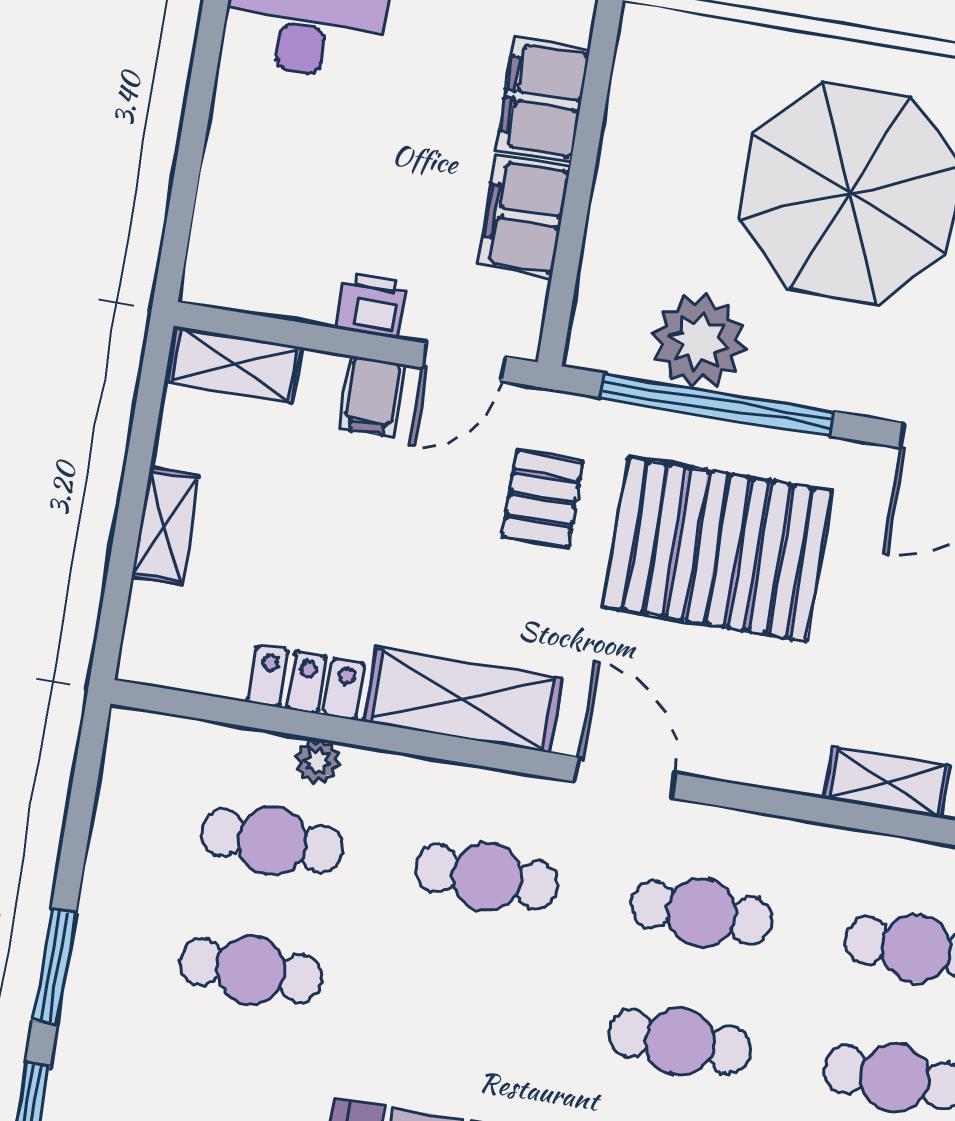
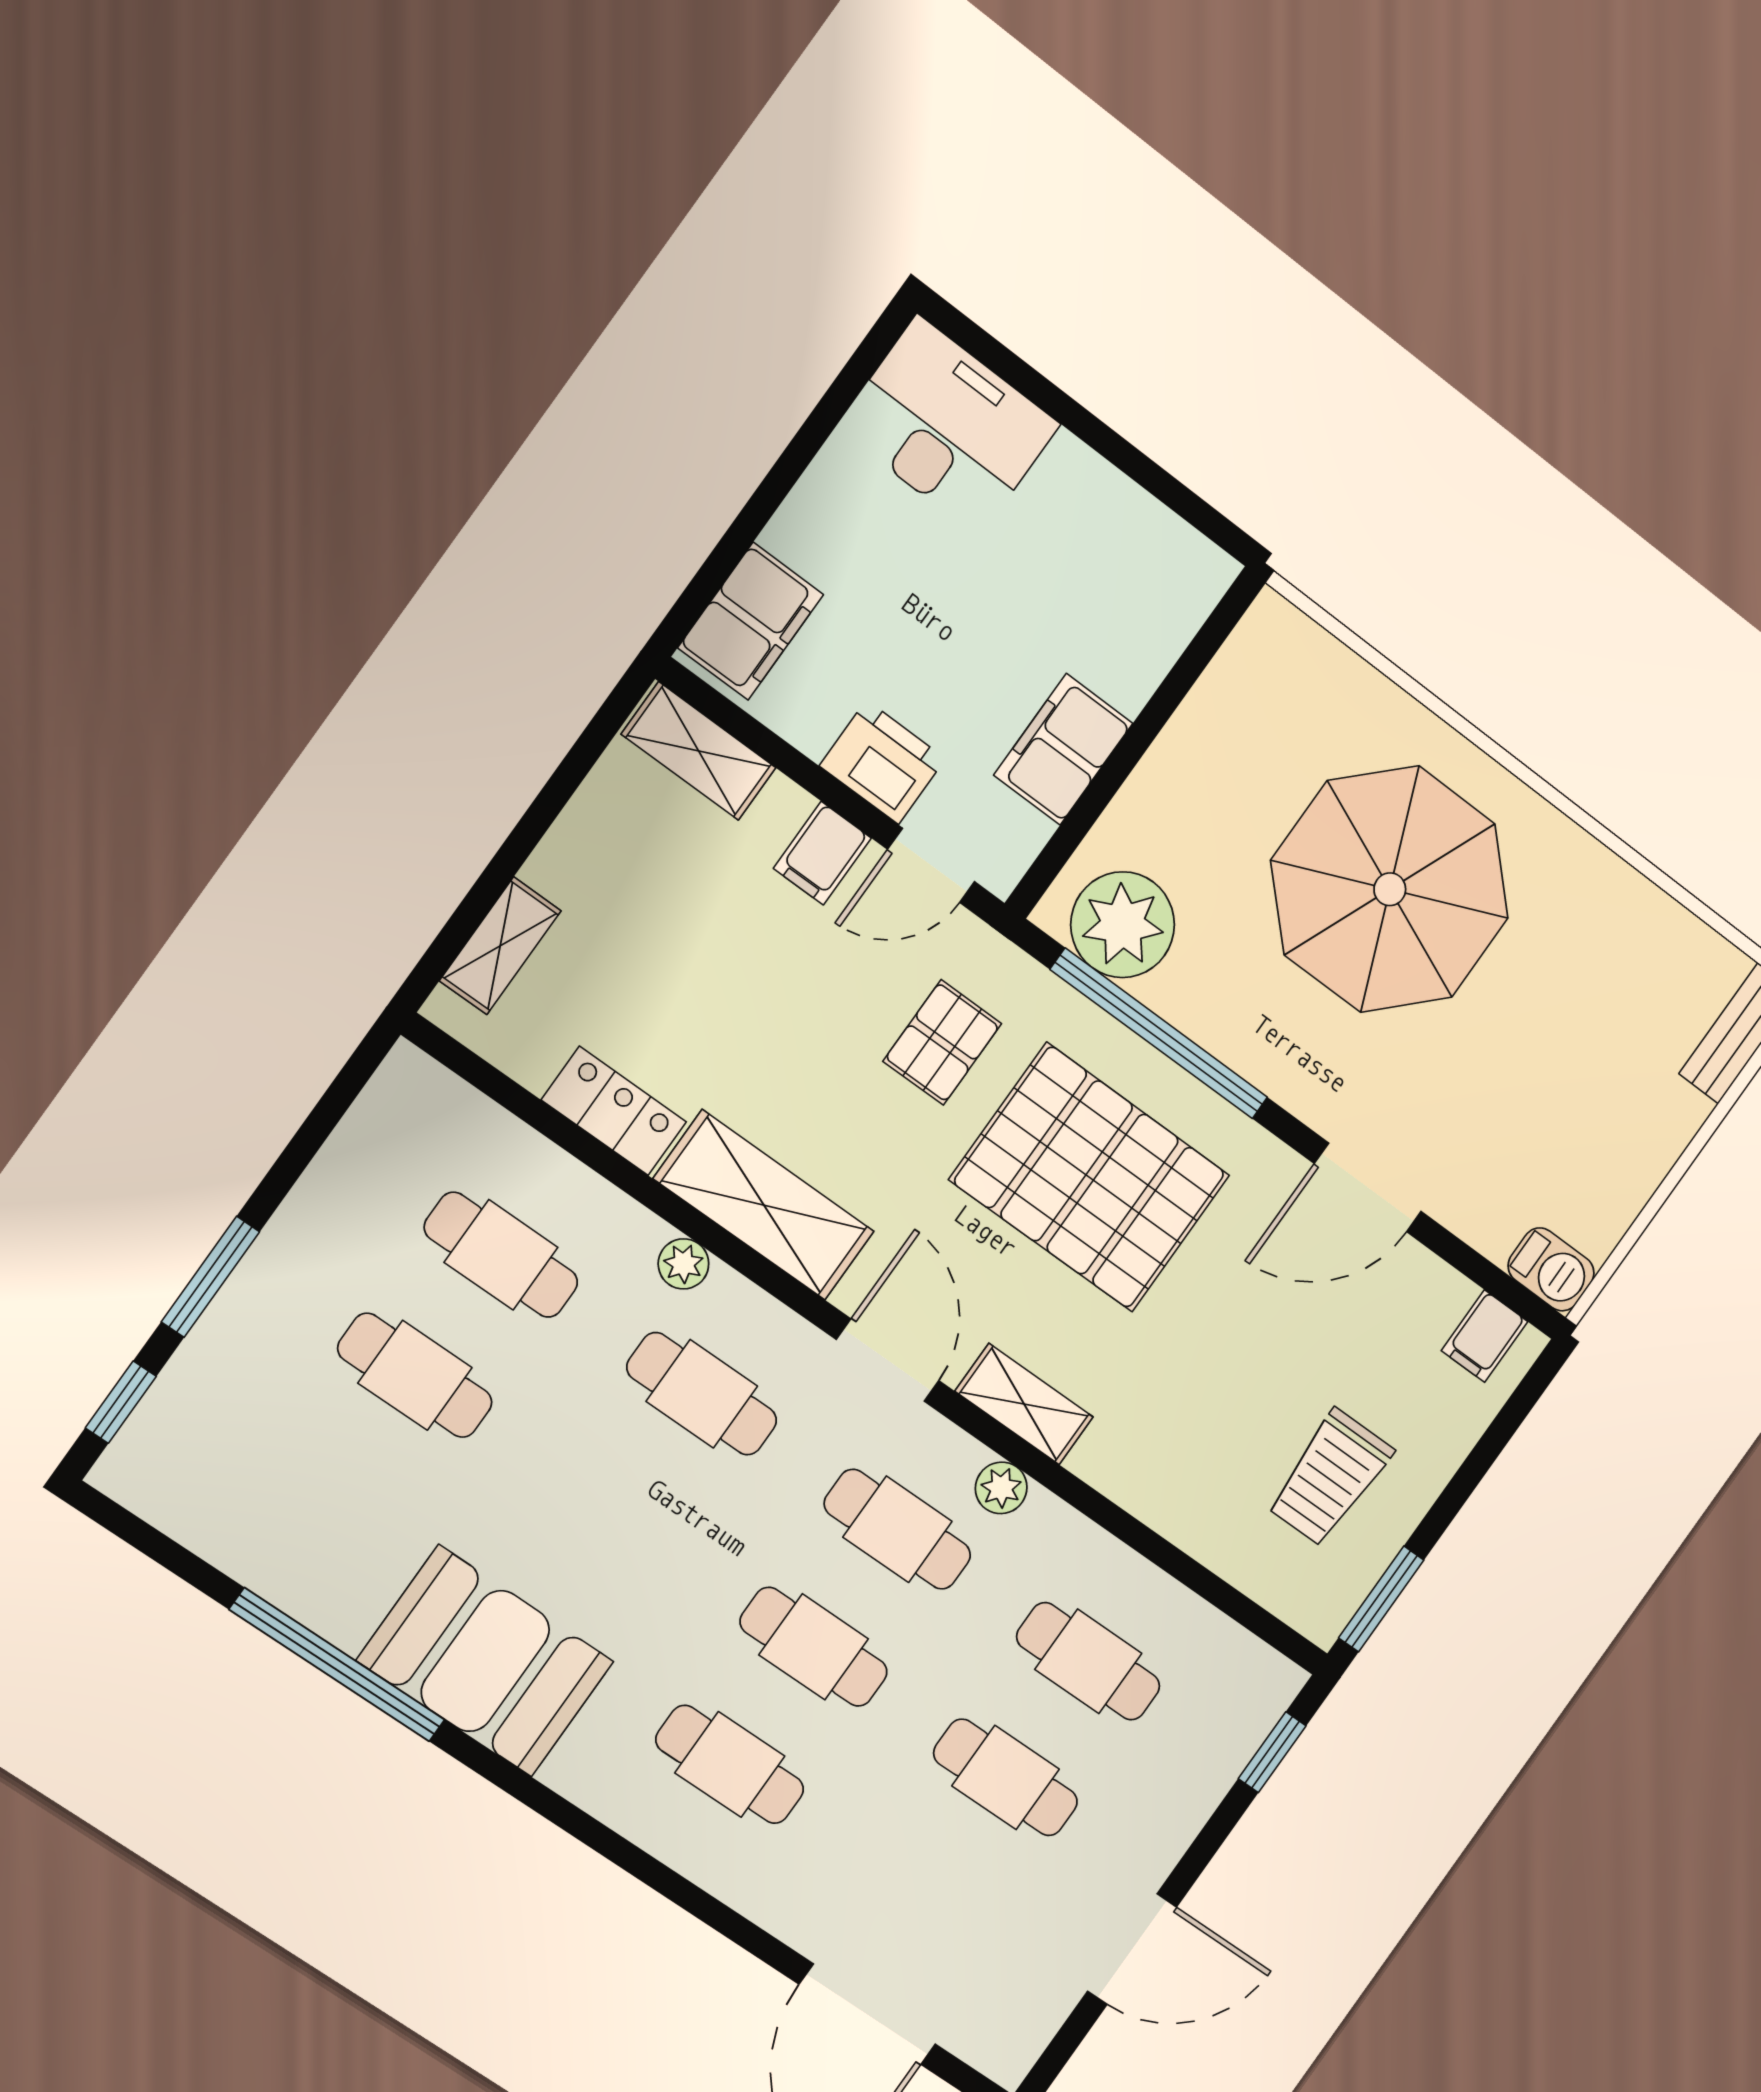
filing cabinet: (543, 100) -> (751, 621), moved, turned 180
printer: (372, 305) -> (882, 762), width x1.36, depth x1.24
plant: (699, 341) -> (1123, 925), moved
shelving: (166, 526) -> (500, 946), moved
plant: (317, 761) -> (683, 1264), moved
shelving: (887, 782) -> (1024, 1404), moved
plant: (771, 838) -> (1001, 1488), added

